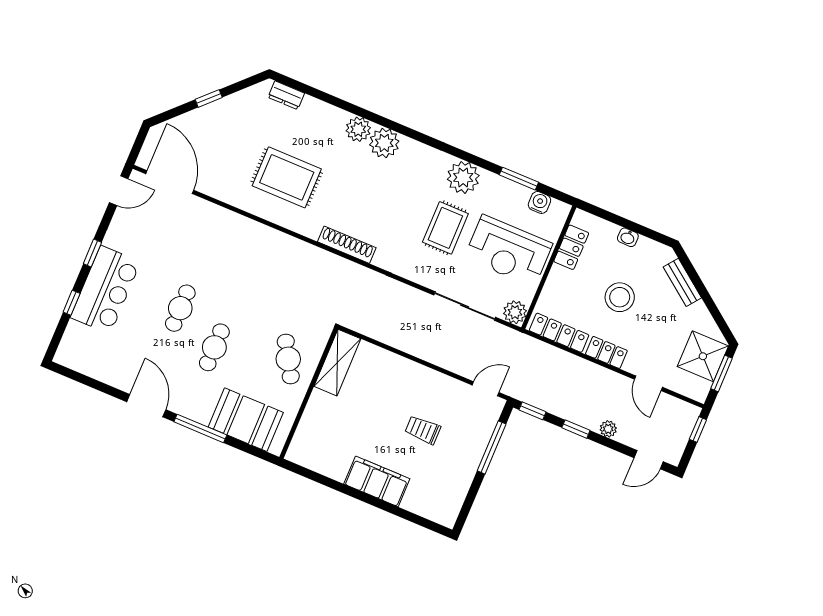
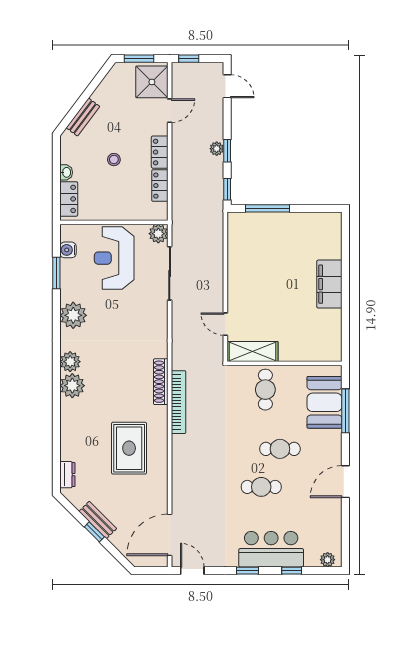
bench: (221, 108) -> (98, 520), added
plant: (358, 129) -> (70, 362), moved
rug: (445, 228) -> (117, 313), removed
locker: (571, 247) -> (69, 199), moved, turned 90
reception desk: (508, 251) -> (114, 258), turned 180
bookcase: (315, 255) -> (179, 402), added
stool: (620, 297) -> (114, 160), width x0.53, depth x0.53
locker: (559, 333) -> (160, 186), width x0.66
plant: (67, 348) -> (328, 560), added
shower: (703, 356) -> (152, 82), moved
cafe table: (288, 359) -> (265, 390), turned -59
door: (486, 389) -> (225, 324), moved
window: (200, 428) -> (345, 411), moved
plant: (608, 429) -> (217, 149), moved
trolley: (423, 430) -> (276, 266), removed

